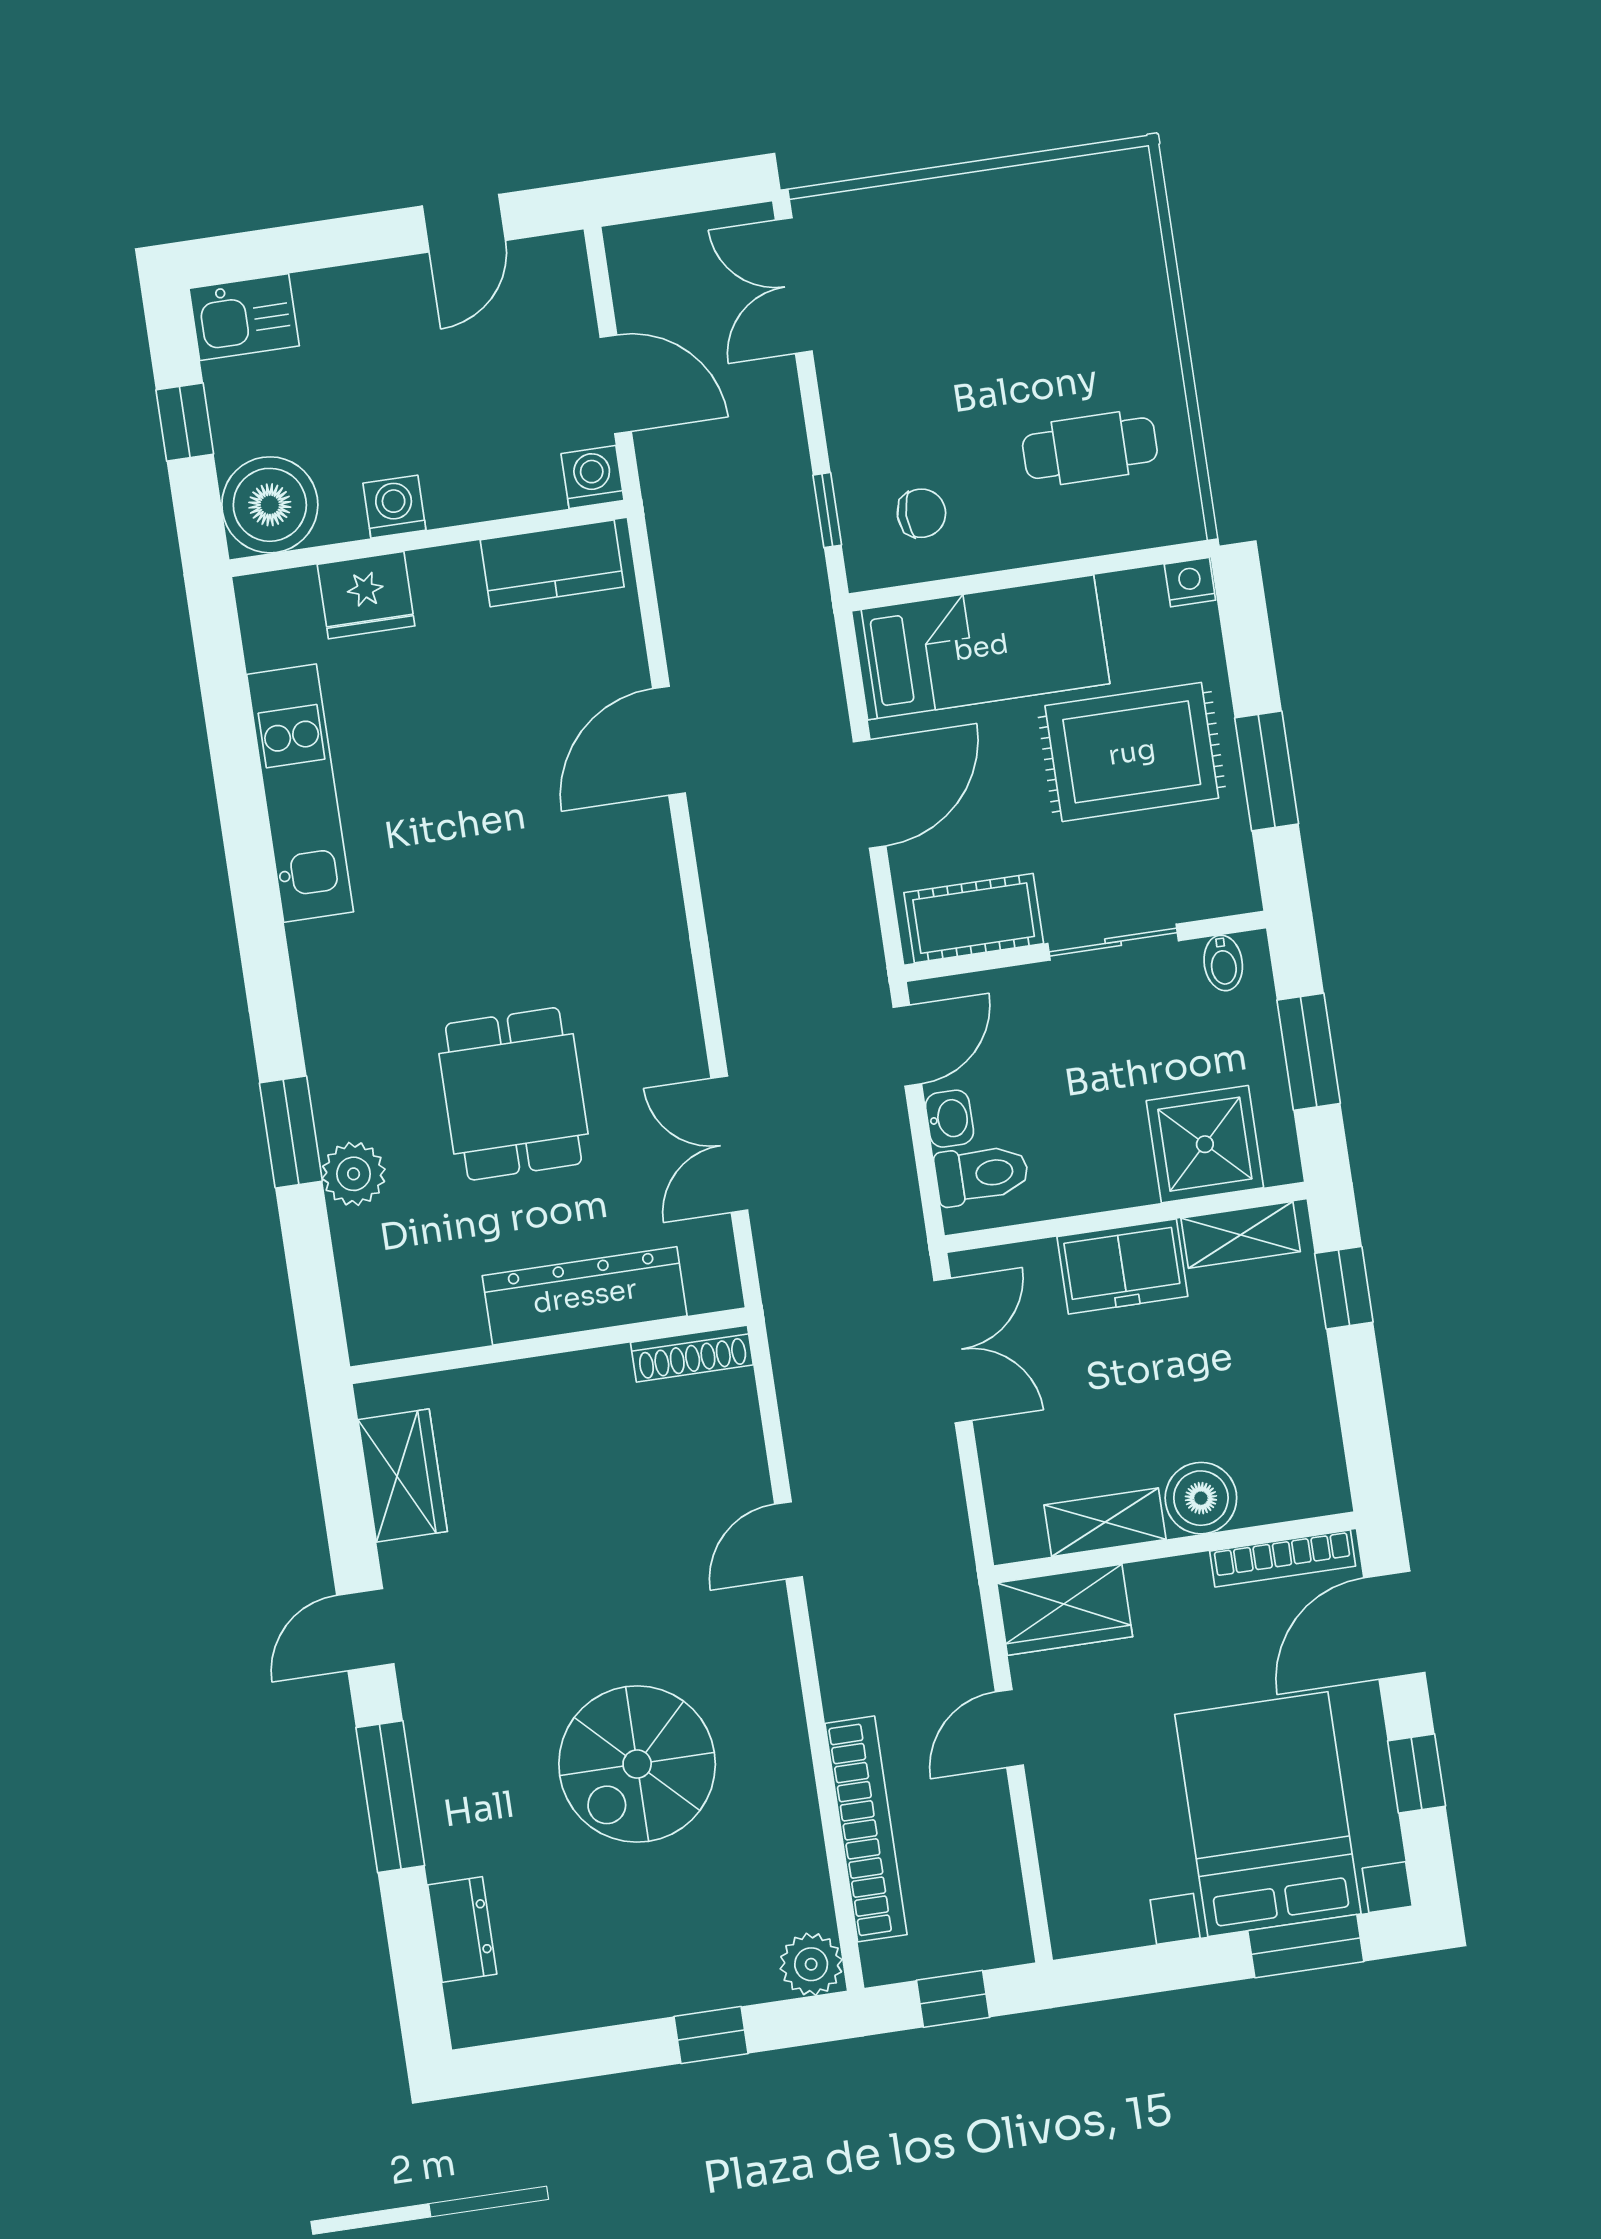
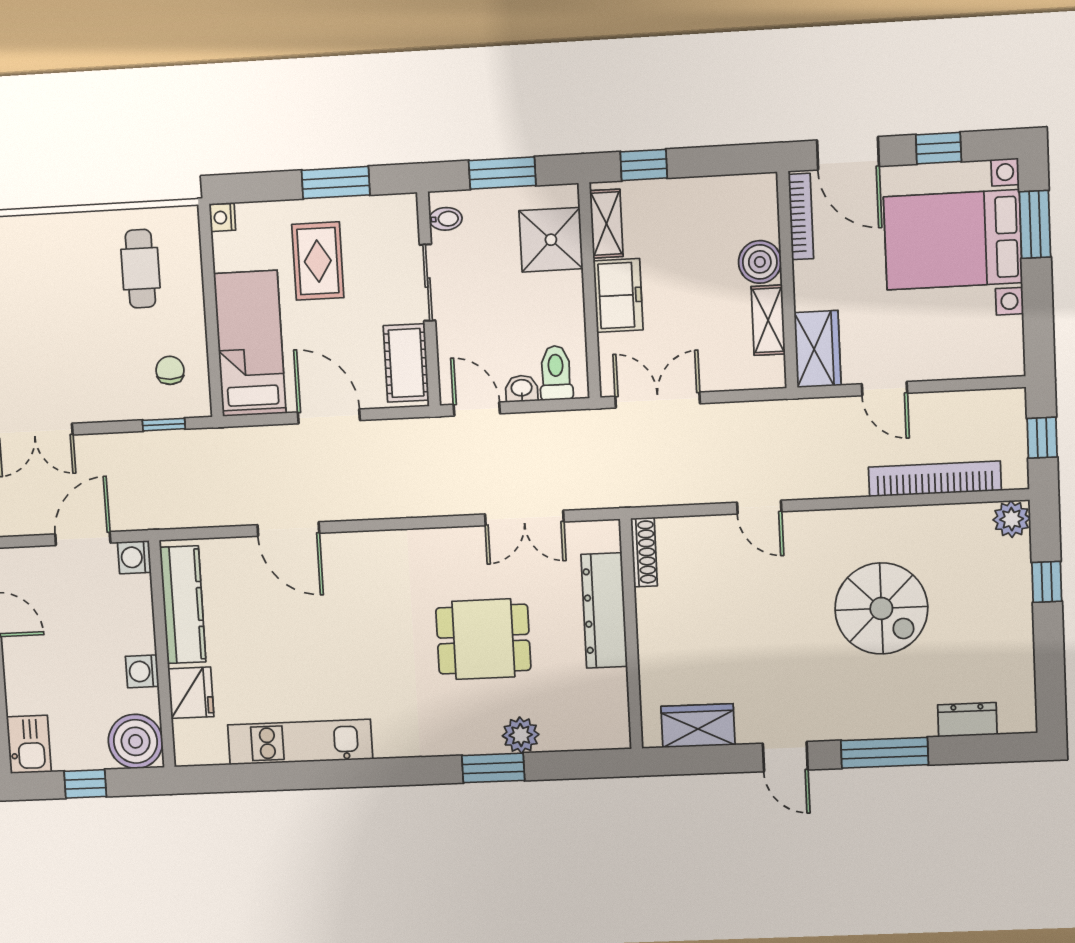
kitchen counter: (552, 563) -> (183, 605), width x1.50
rug: (1132, 752) -> (318, 261), width x0.73, depth x0.70

